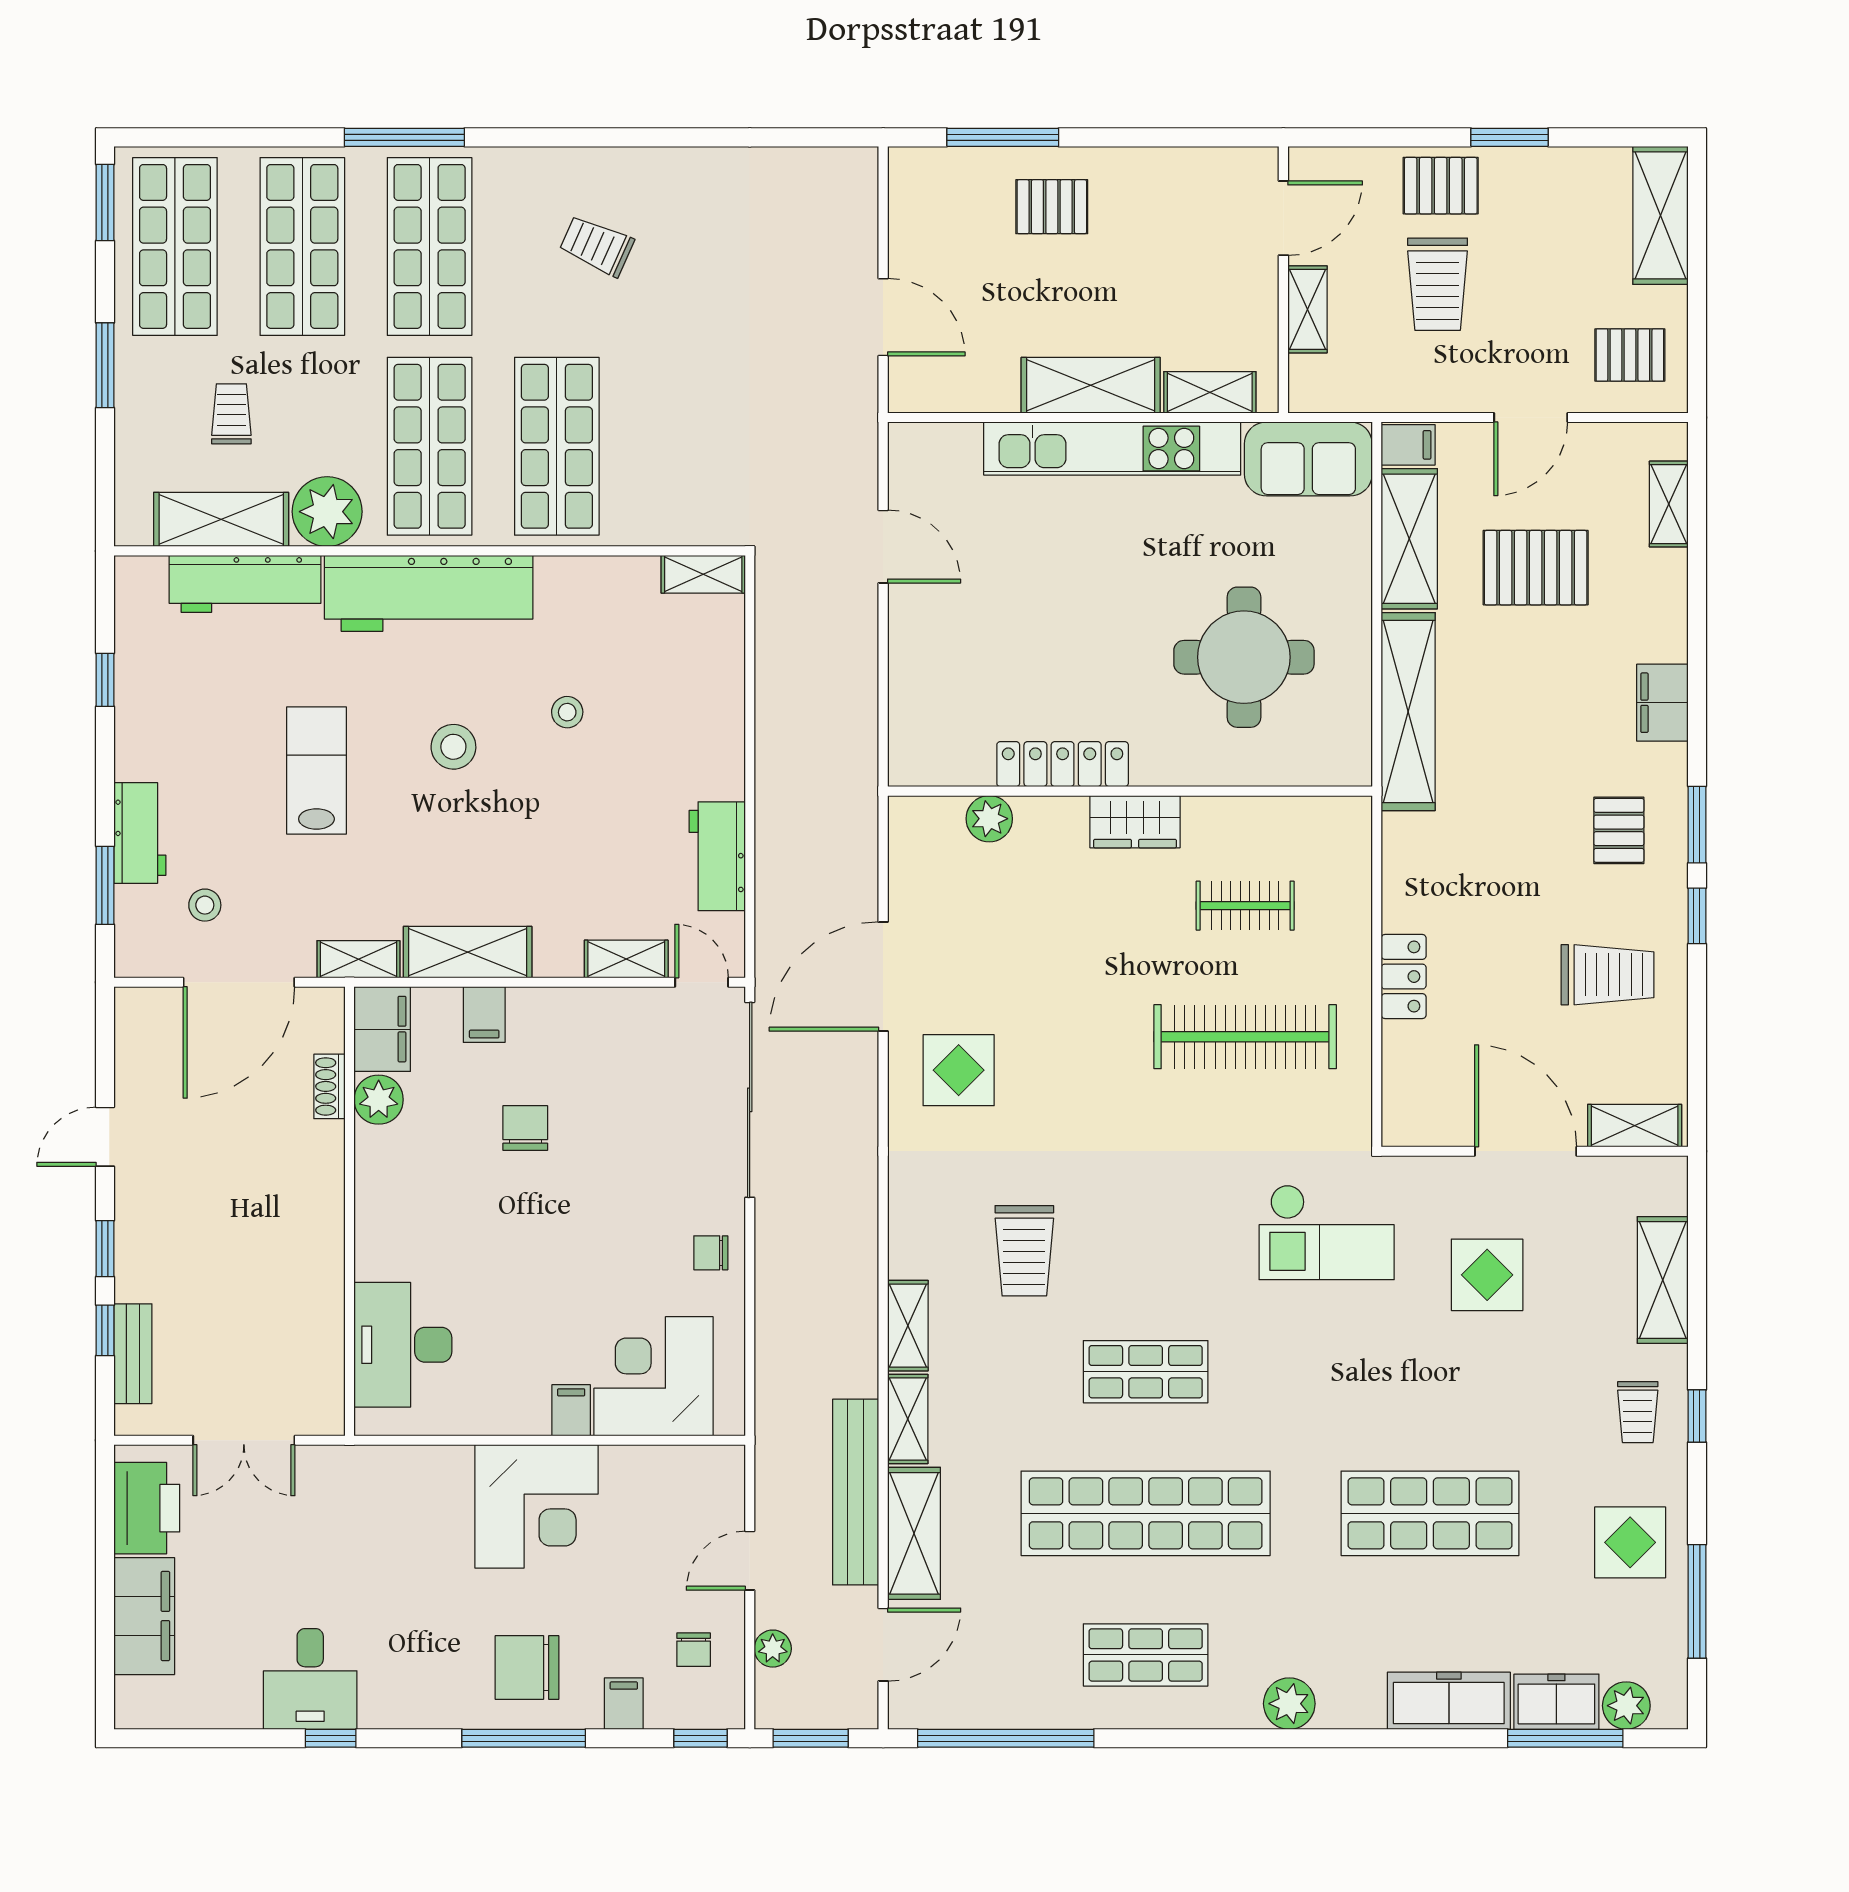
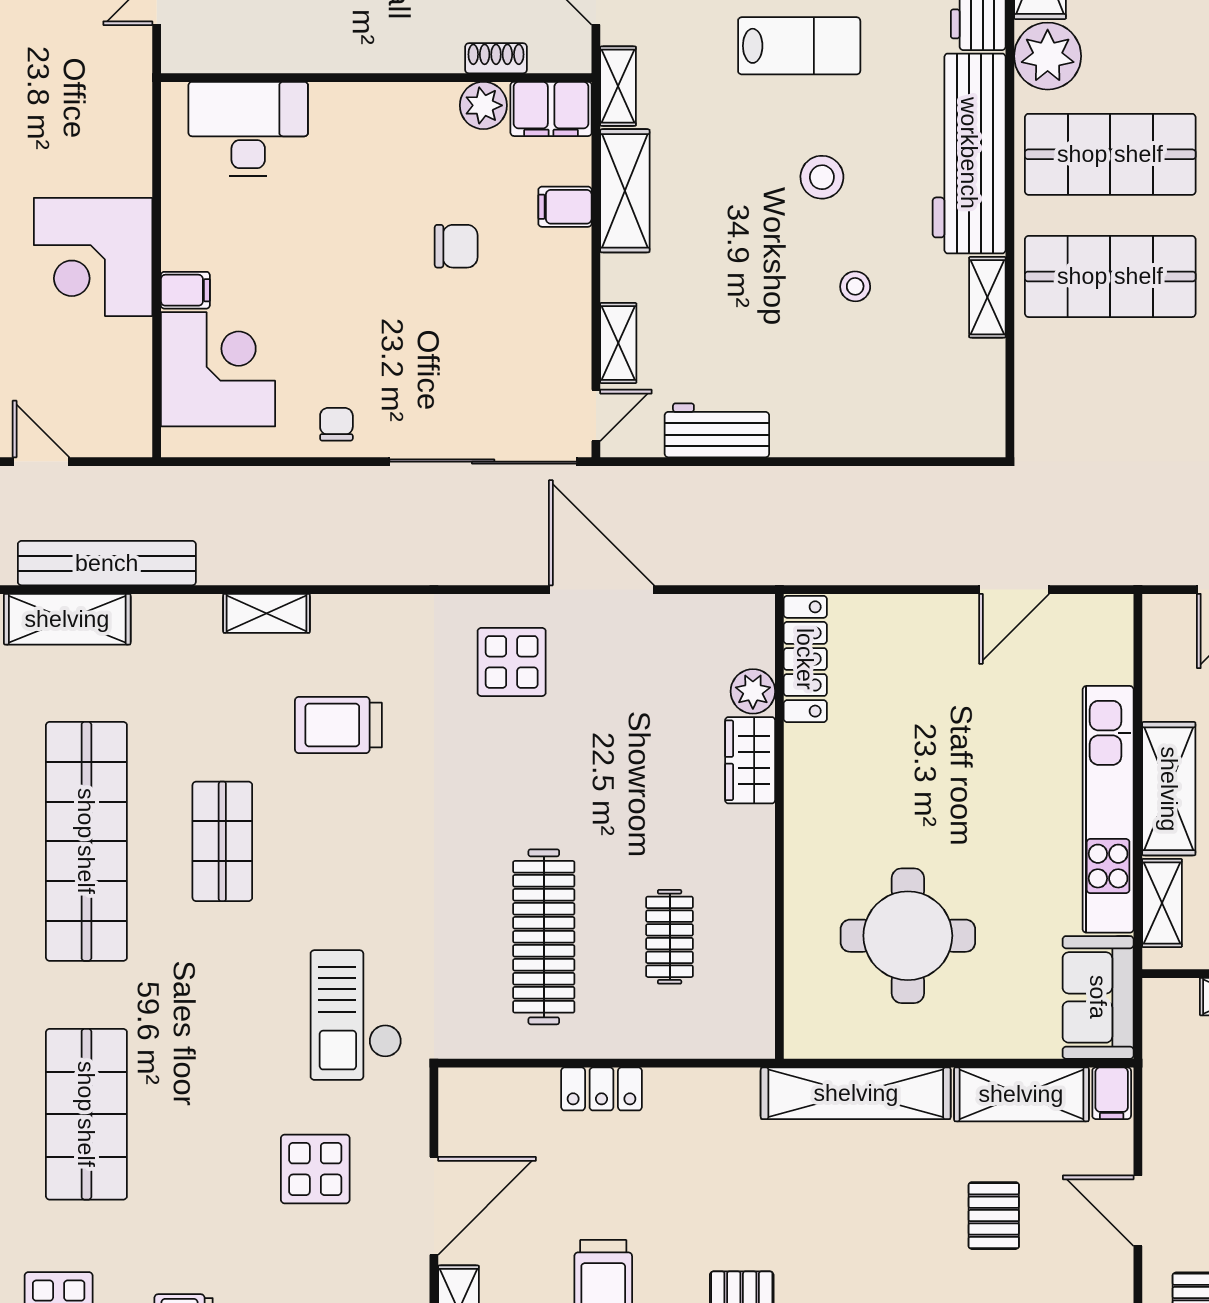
pallet: (1536, 568) -> (994, 1216), width x0.67, depth x0.71
shelving: (703, 574) -> (987, 297), moved
locker: (1063, 764) -> (805, 659), moved
wardrobe: (1135, 822) -> (750, 760), moved
shelving: (908, 1419) -> (177, 613), removed

